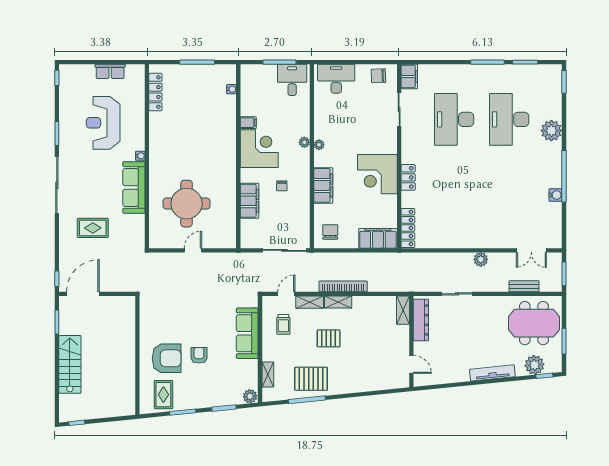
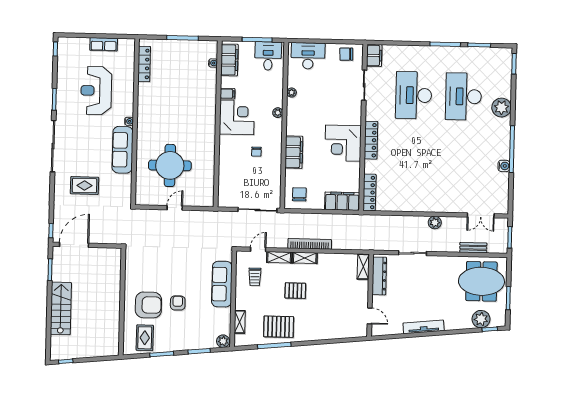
plant: (319, 145) -> (292, 93), moved
locker: (408, 177) -> (371, 140), width x1.53
filing cabinet: (249, 201) -> (229, 60), moved
tv unit: (492, 373) -> (424, 327), moved

